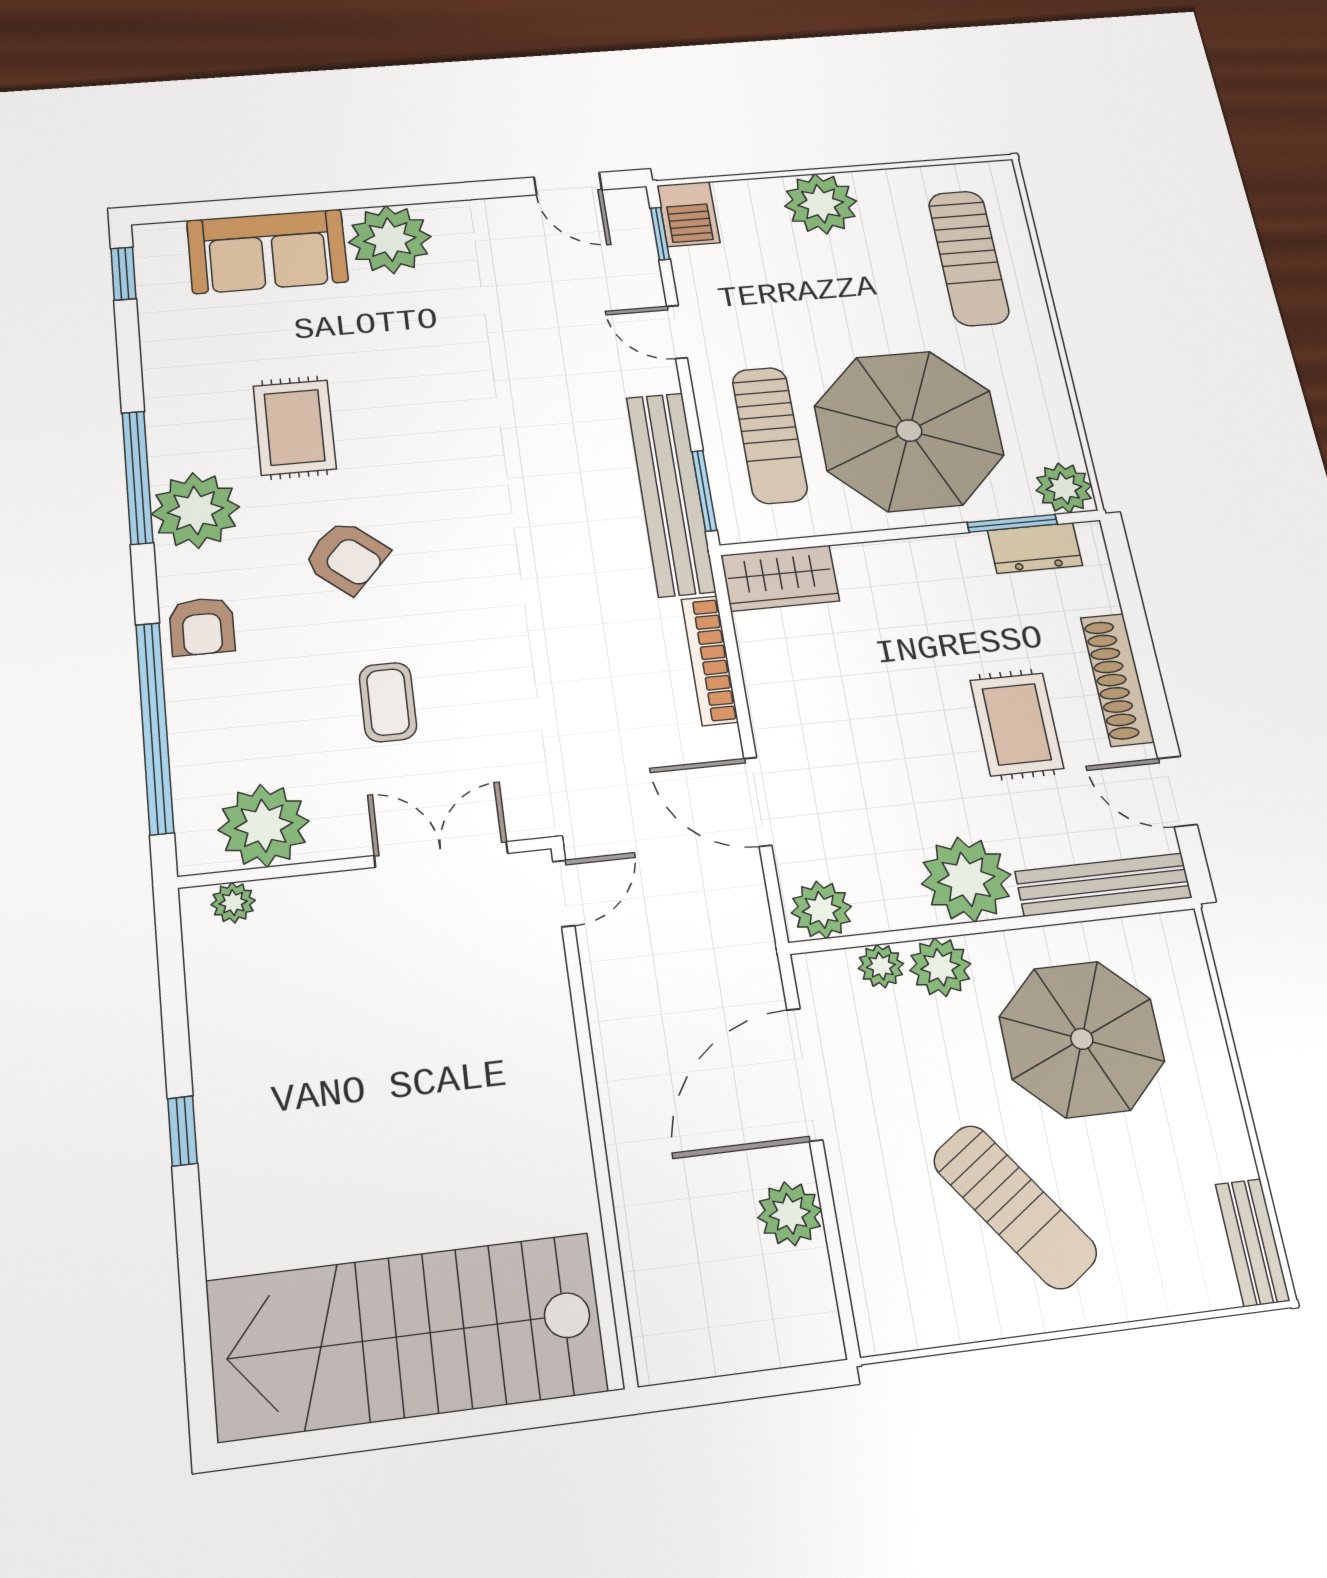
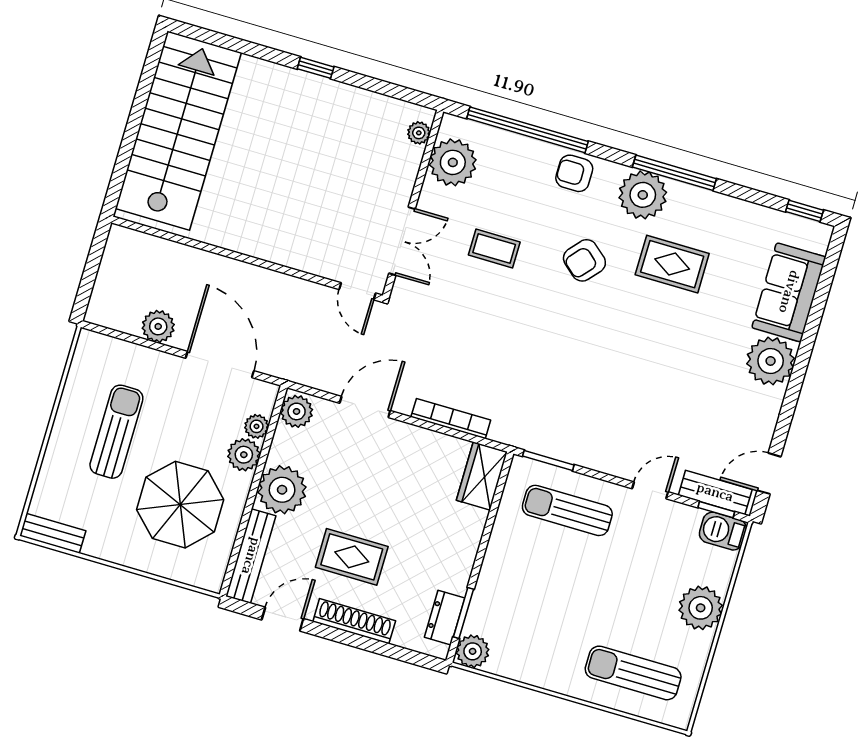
parasol: (909, 431) -> (540, 586), removed
bench: (671, 493) -> (715, 492), moved, width x0.54, depth x0.82
sun lounger: (1015, 1207) -> (116, 432), turned 125

